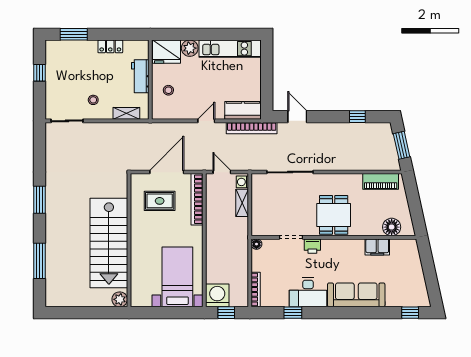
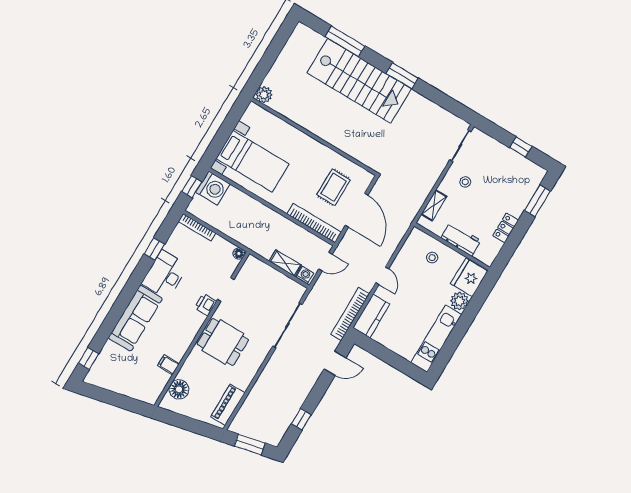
stairs: (109, 243) -> (359, 81), moved, turned 180
filing cabinet: (377, 247) -> (168, 365), width x0.50

